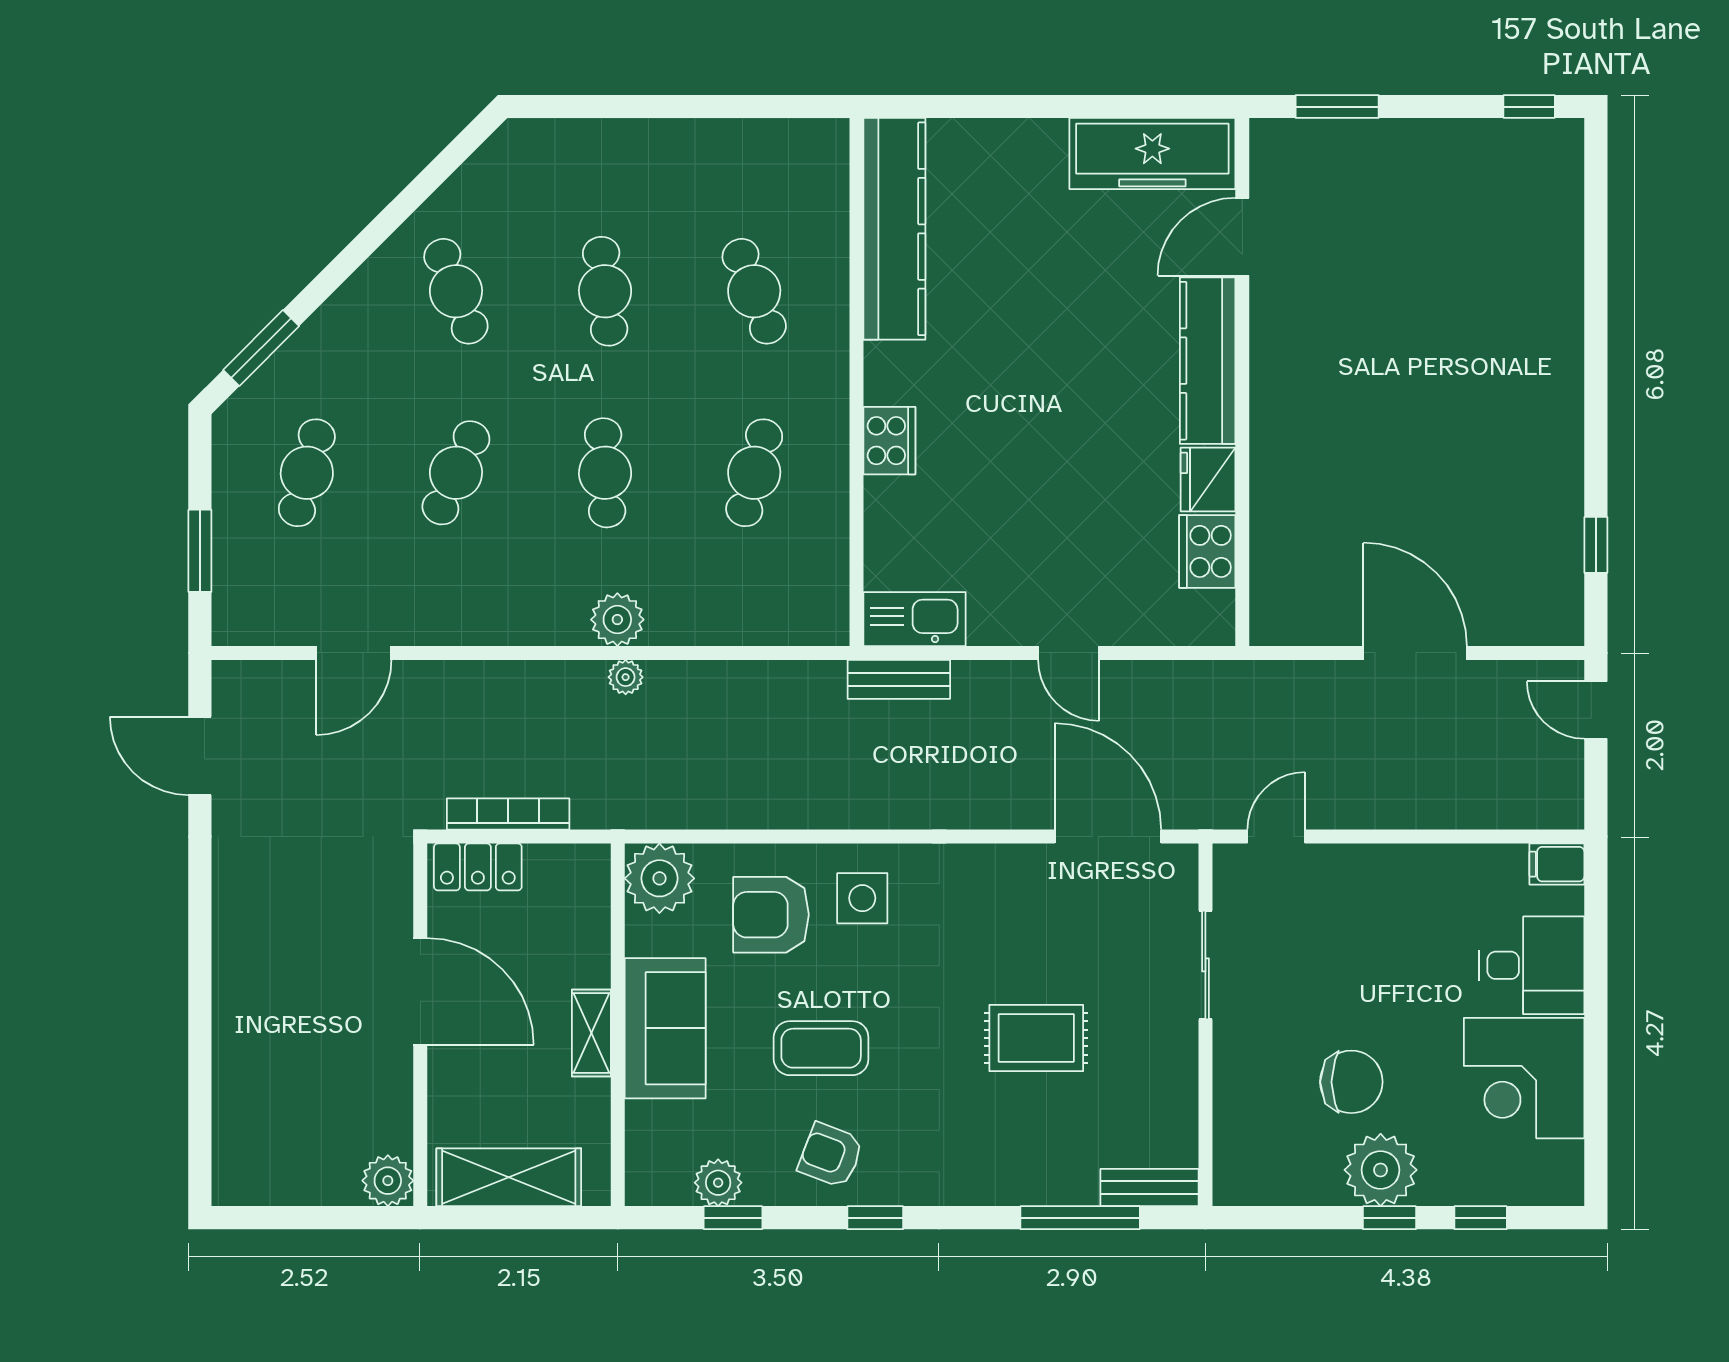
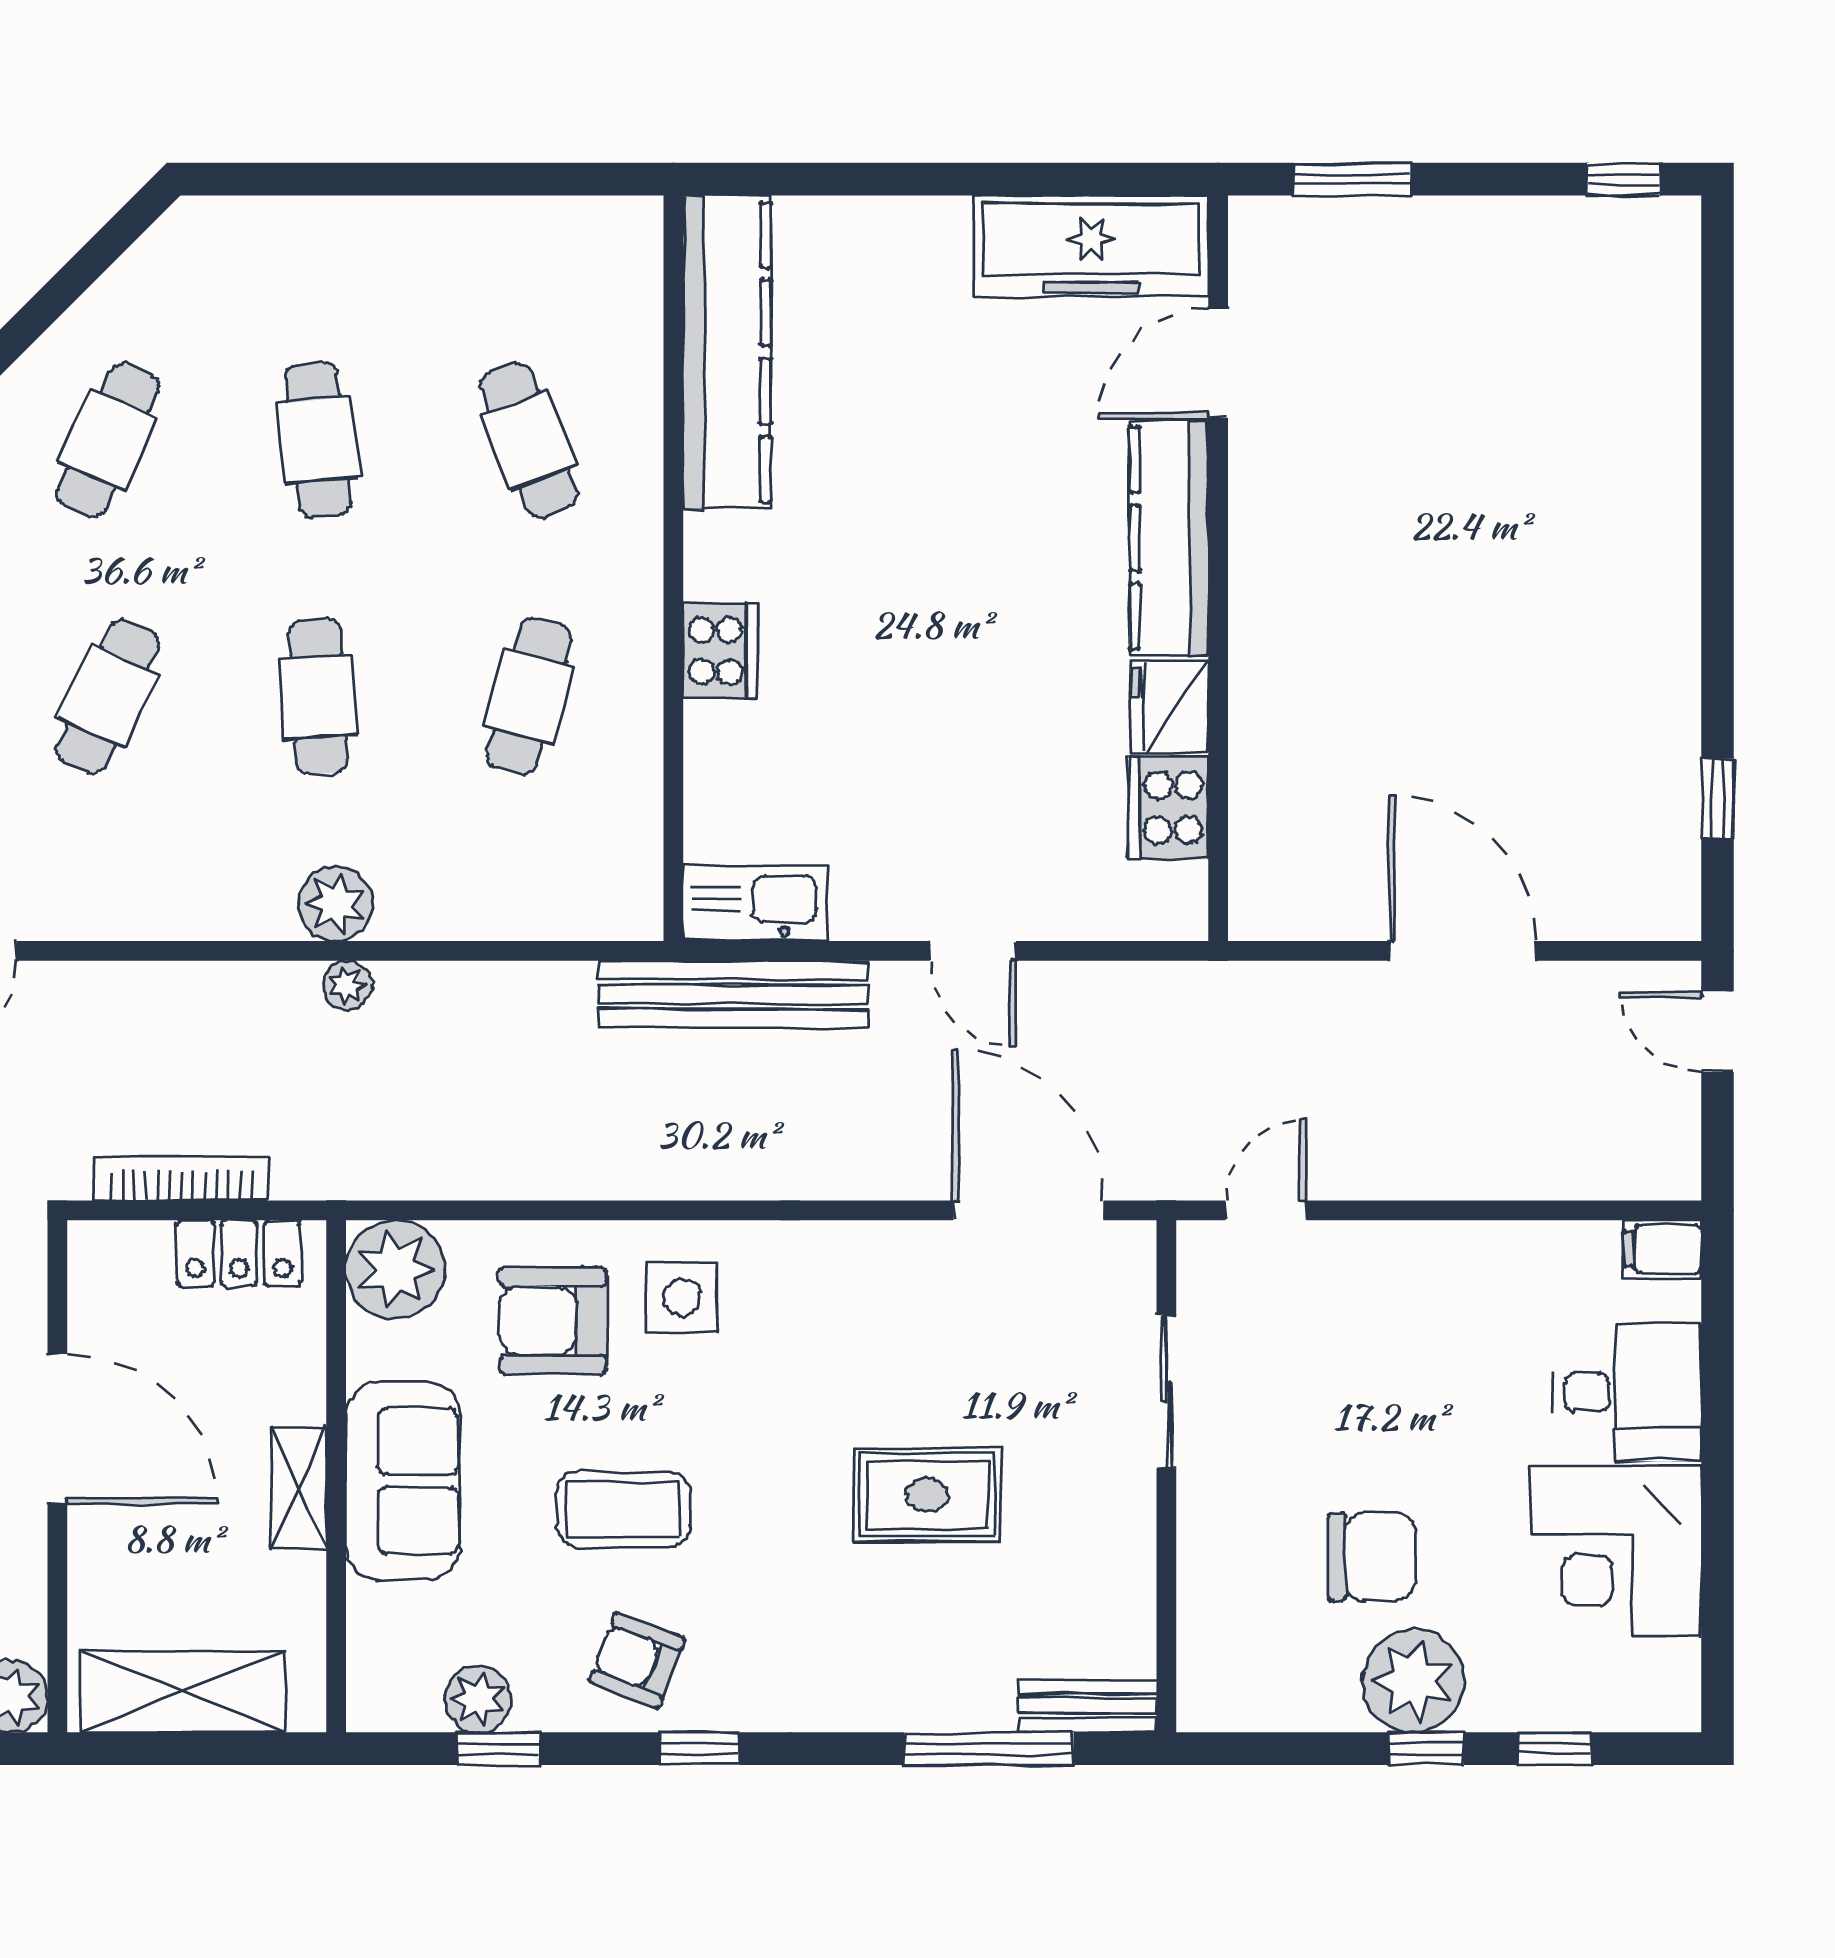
cafe table: (456, 291) -> (108, 440), turned 45
bench: (899, 679) -> (733, 994), width x1.86, depth x1.21
locker: (478, 867) -> (239, 1253), moved

